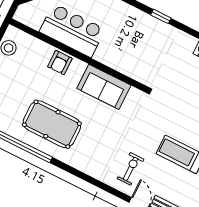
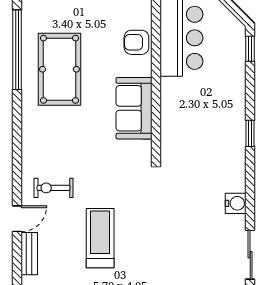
exercise bike: (131, 169) -> (53, 188), turned 180

